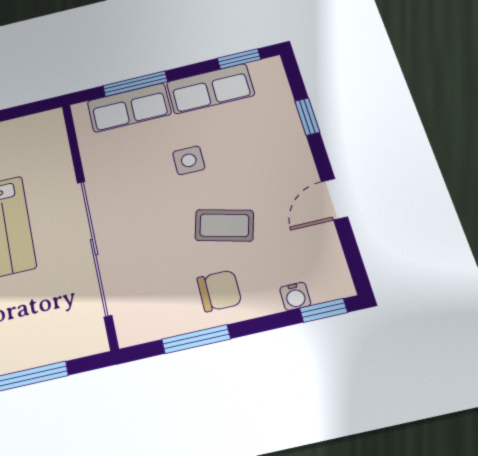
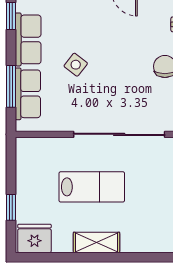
side table: (189, 160) -> (76, 65), turned 38
coffee table: (224, 225) -> (125, 54), removed

